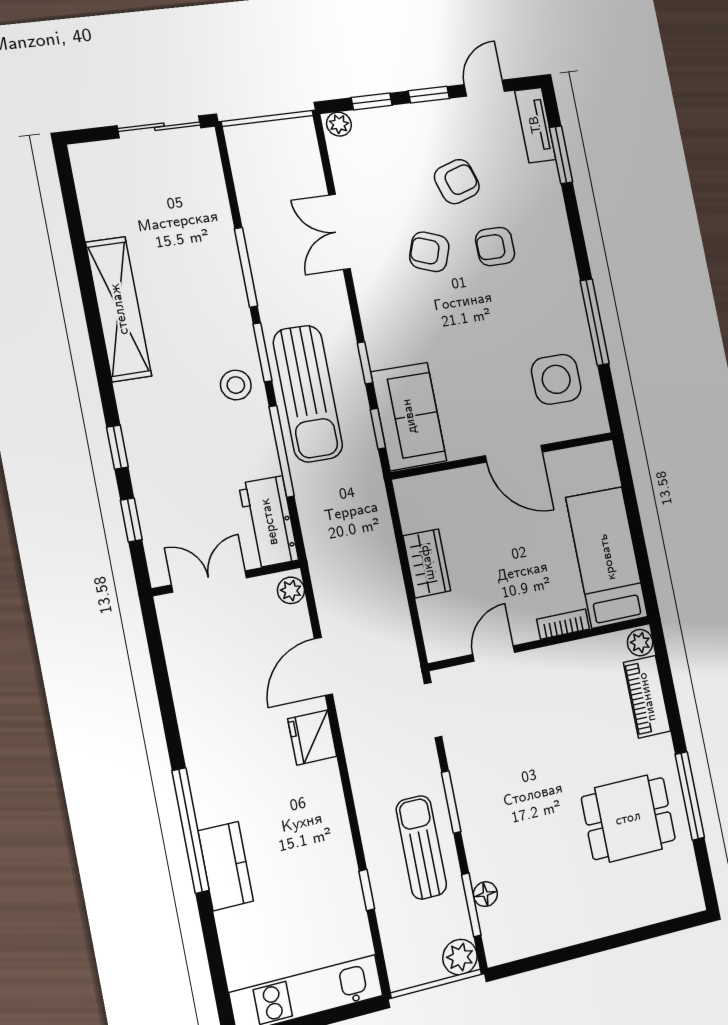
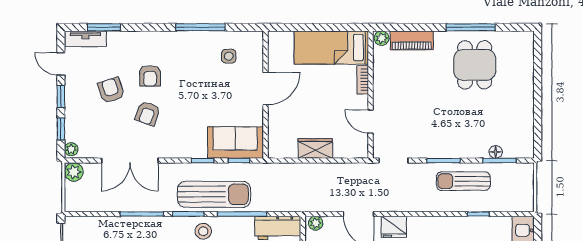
double door: (339, 232) -> (130, 161), width x1.37
side table: (556, 379) -> (229, 56), width x0.54, depth x0.54
plant: (460, 957) -> (74, 172), moved

